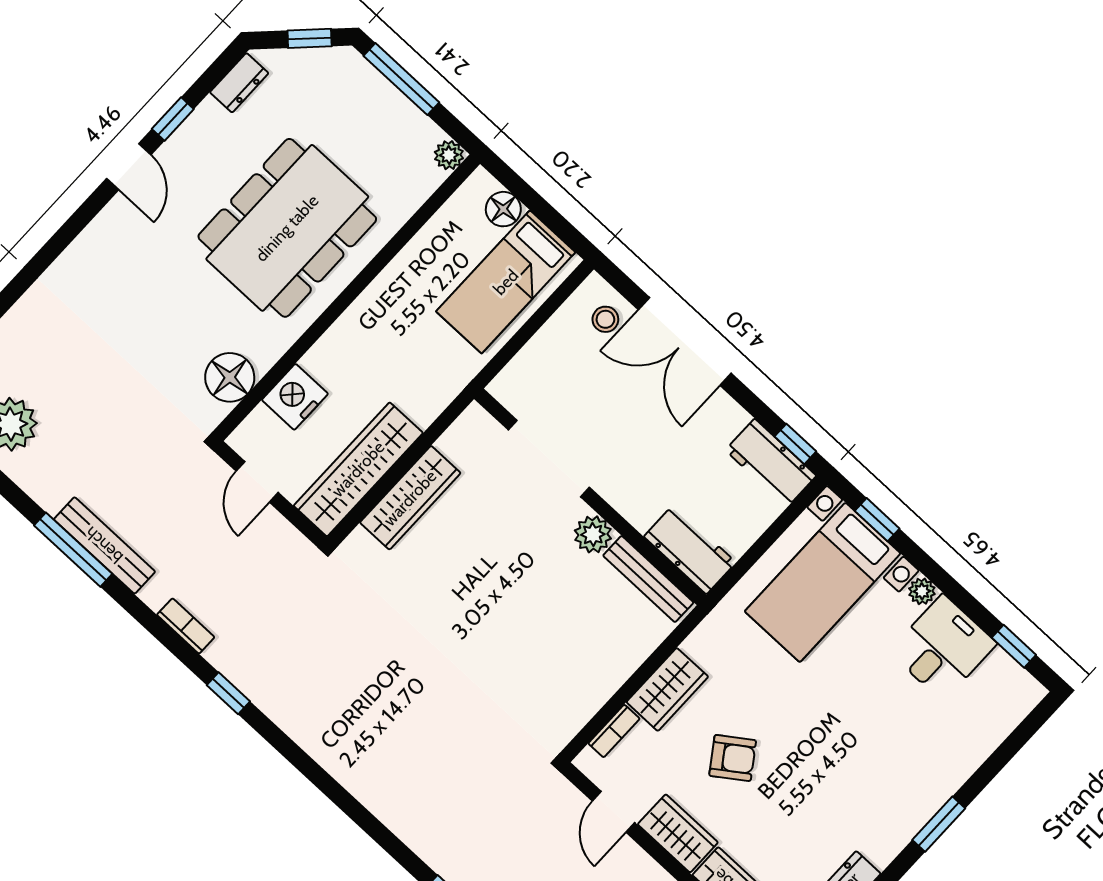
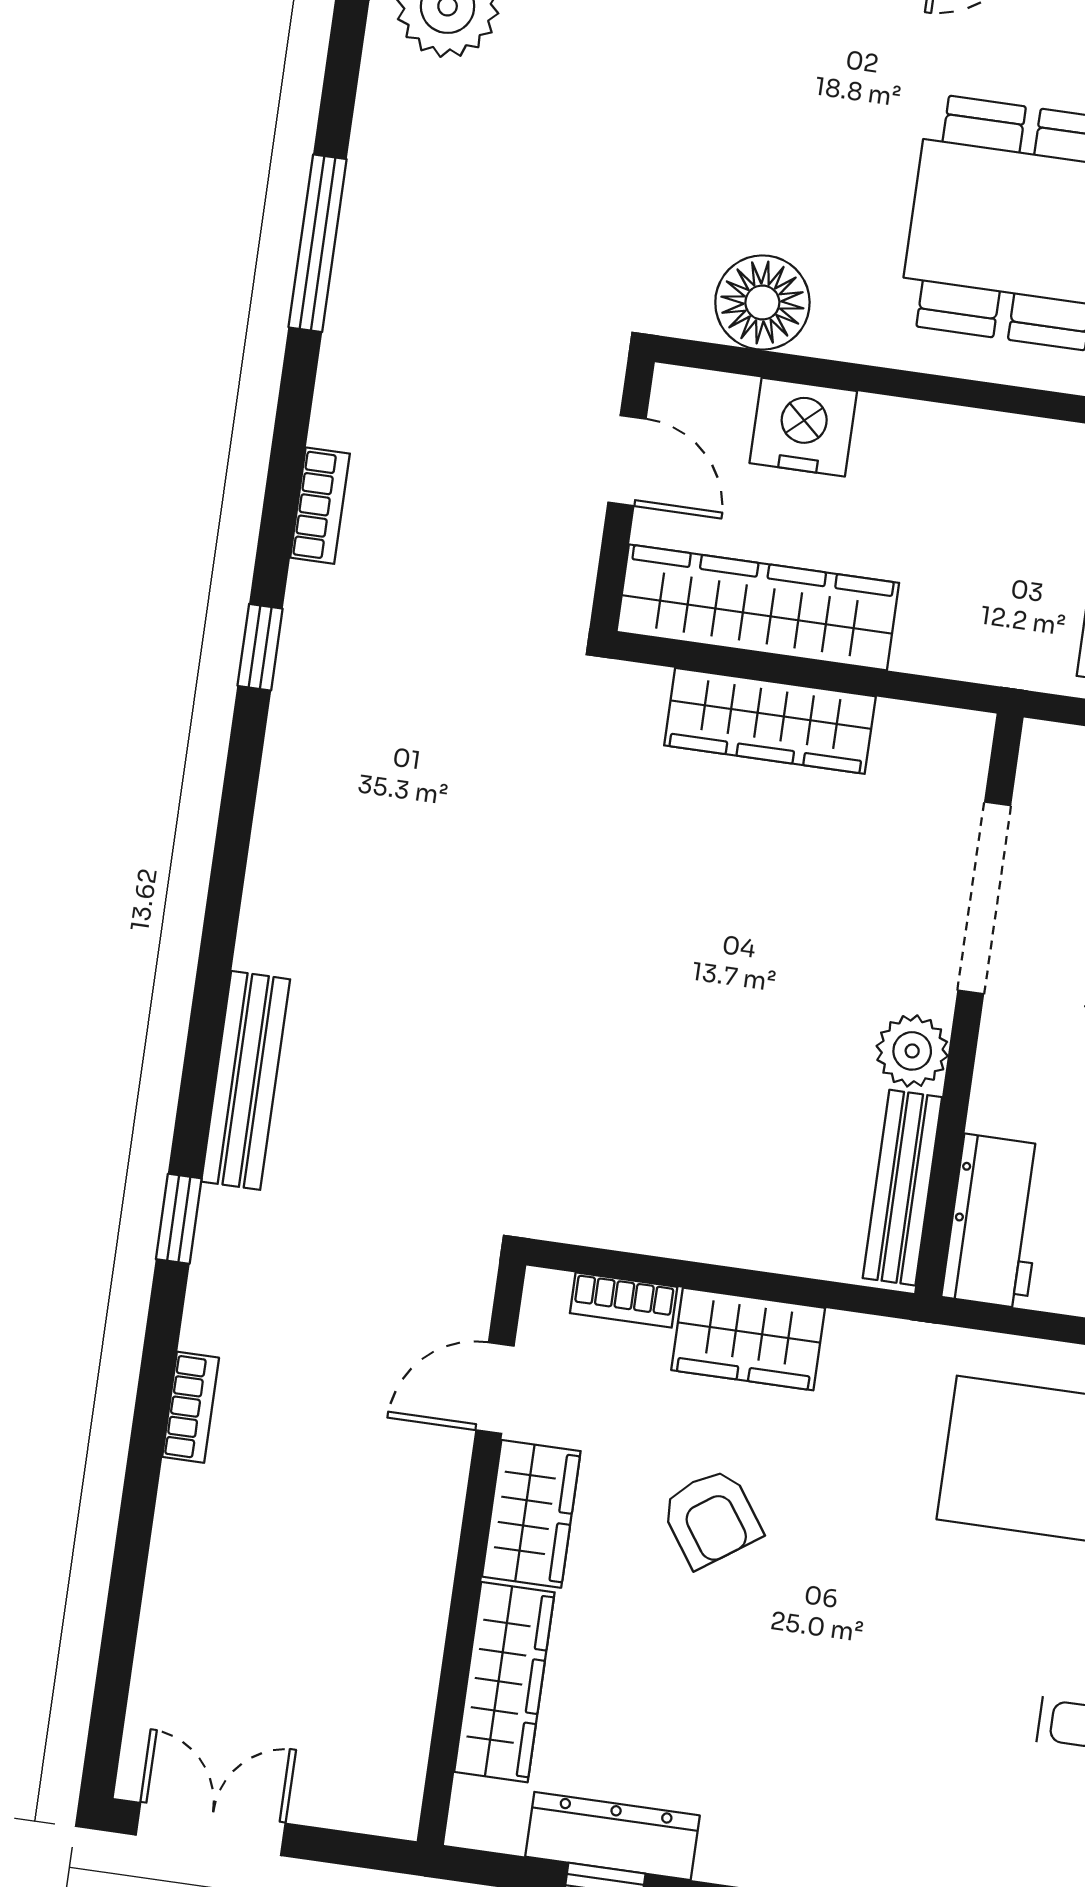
door: (257, 482) -> (627, 461), swing flipped
bench: (104, 545) -> (246, 1080), moved

